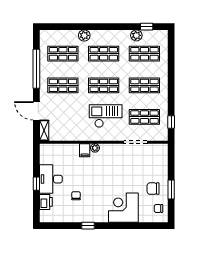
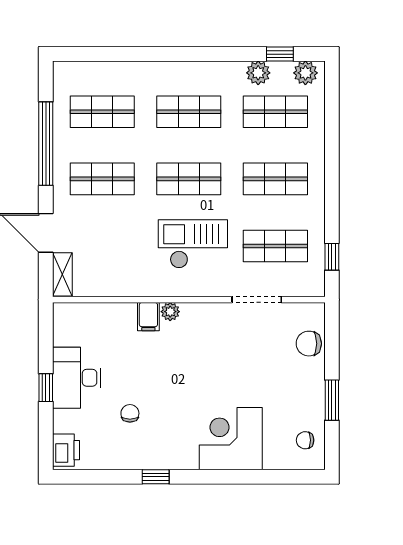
plant: (84, 35) -> (305, 73), moved
chair: (153, 189) -> (309, 344), moved
printer: (46, 202) -> (66, 450), moved

